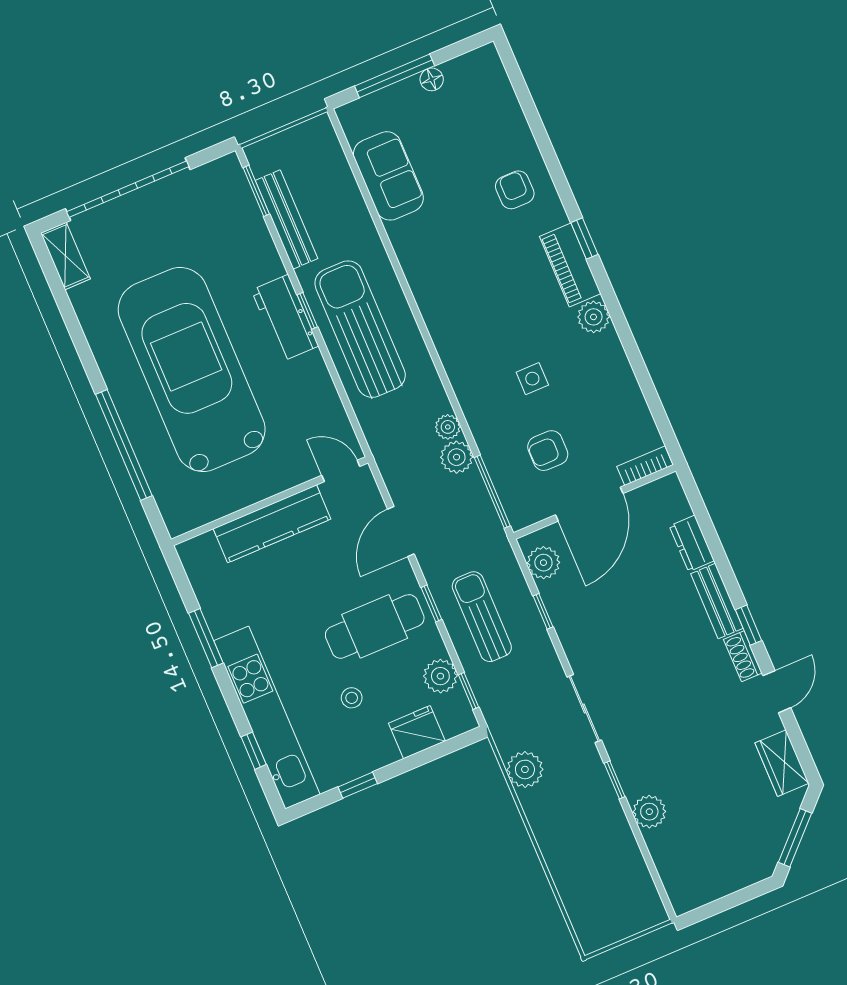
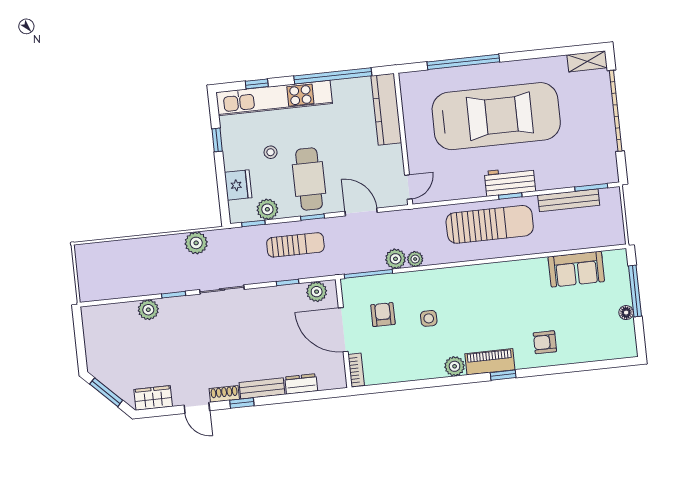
armchair: (515, 190) -> (545, 342), turned 180
kitchen counter: (272, 524) -> (386, 109), moved
window: (206, 638) -> (333, 76), width x2.11

